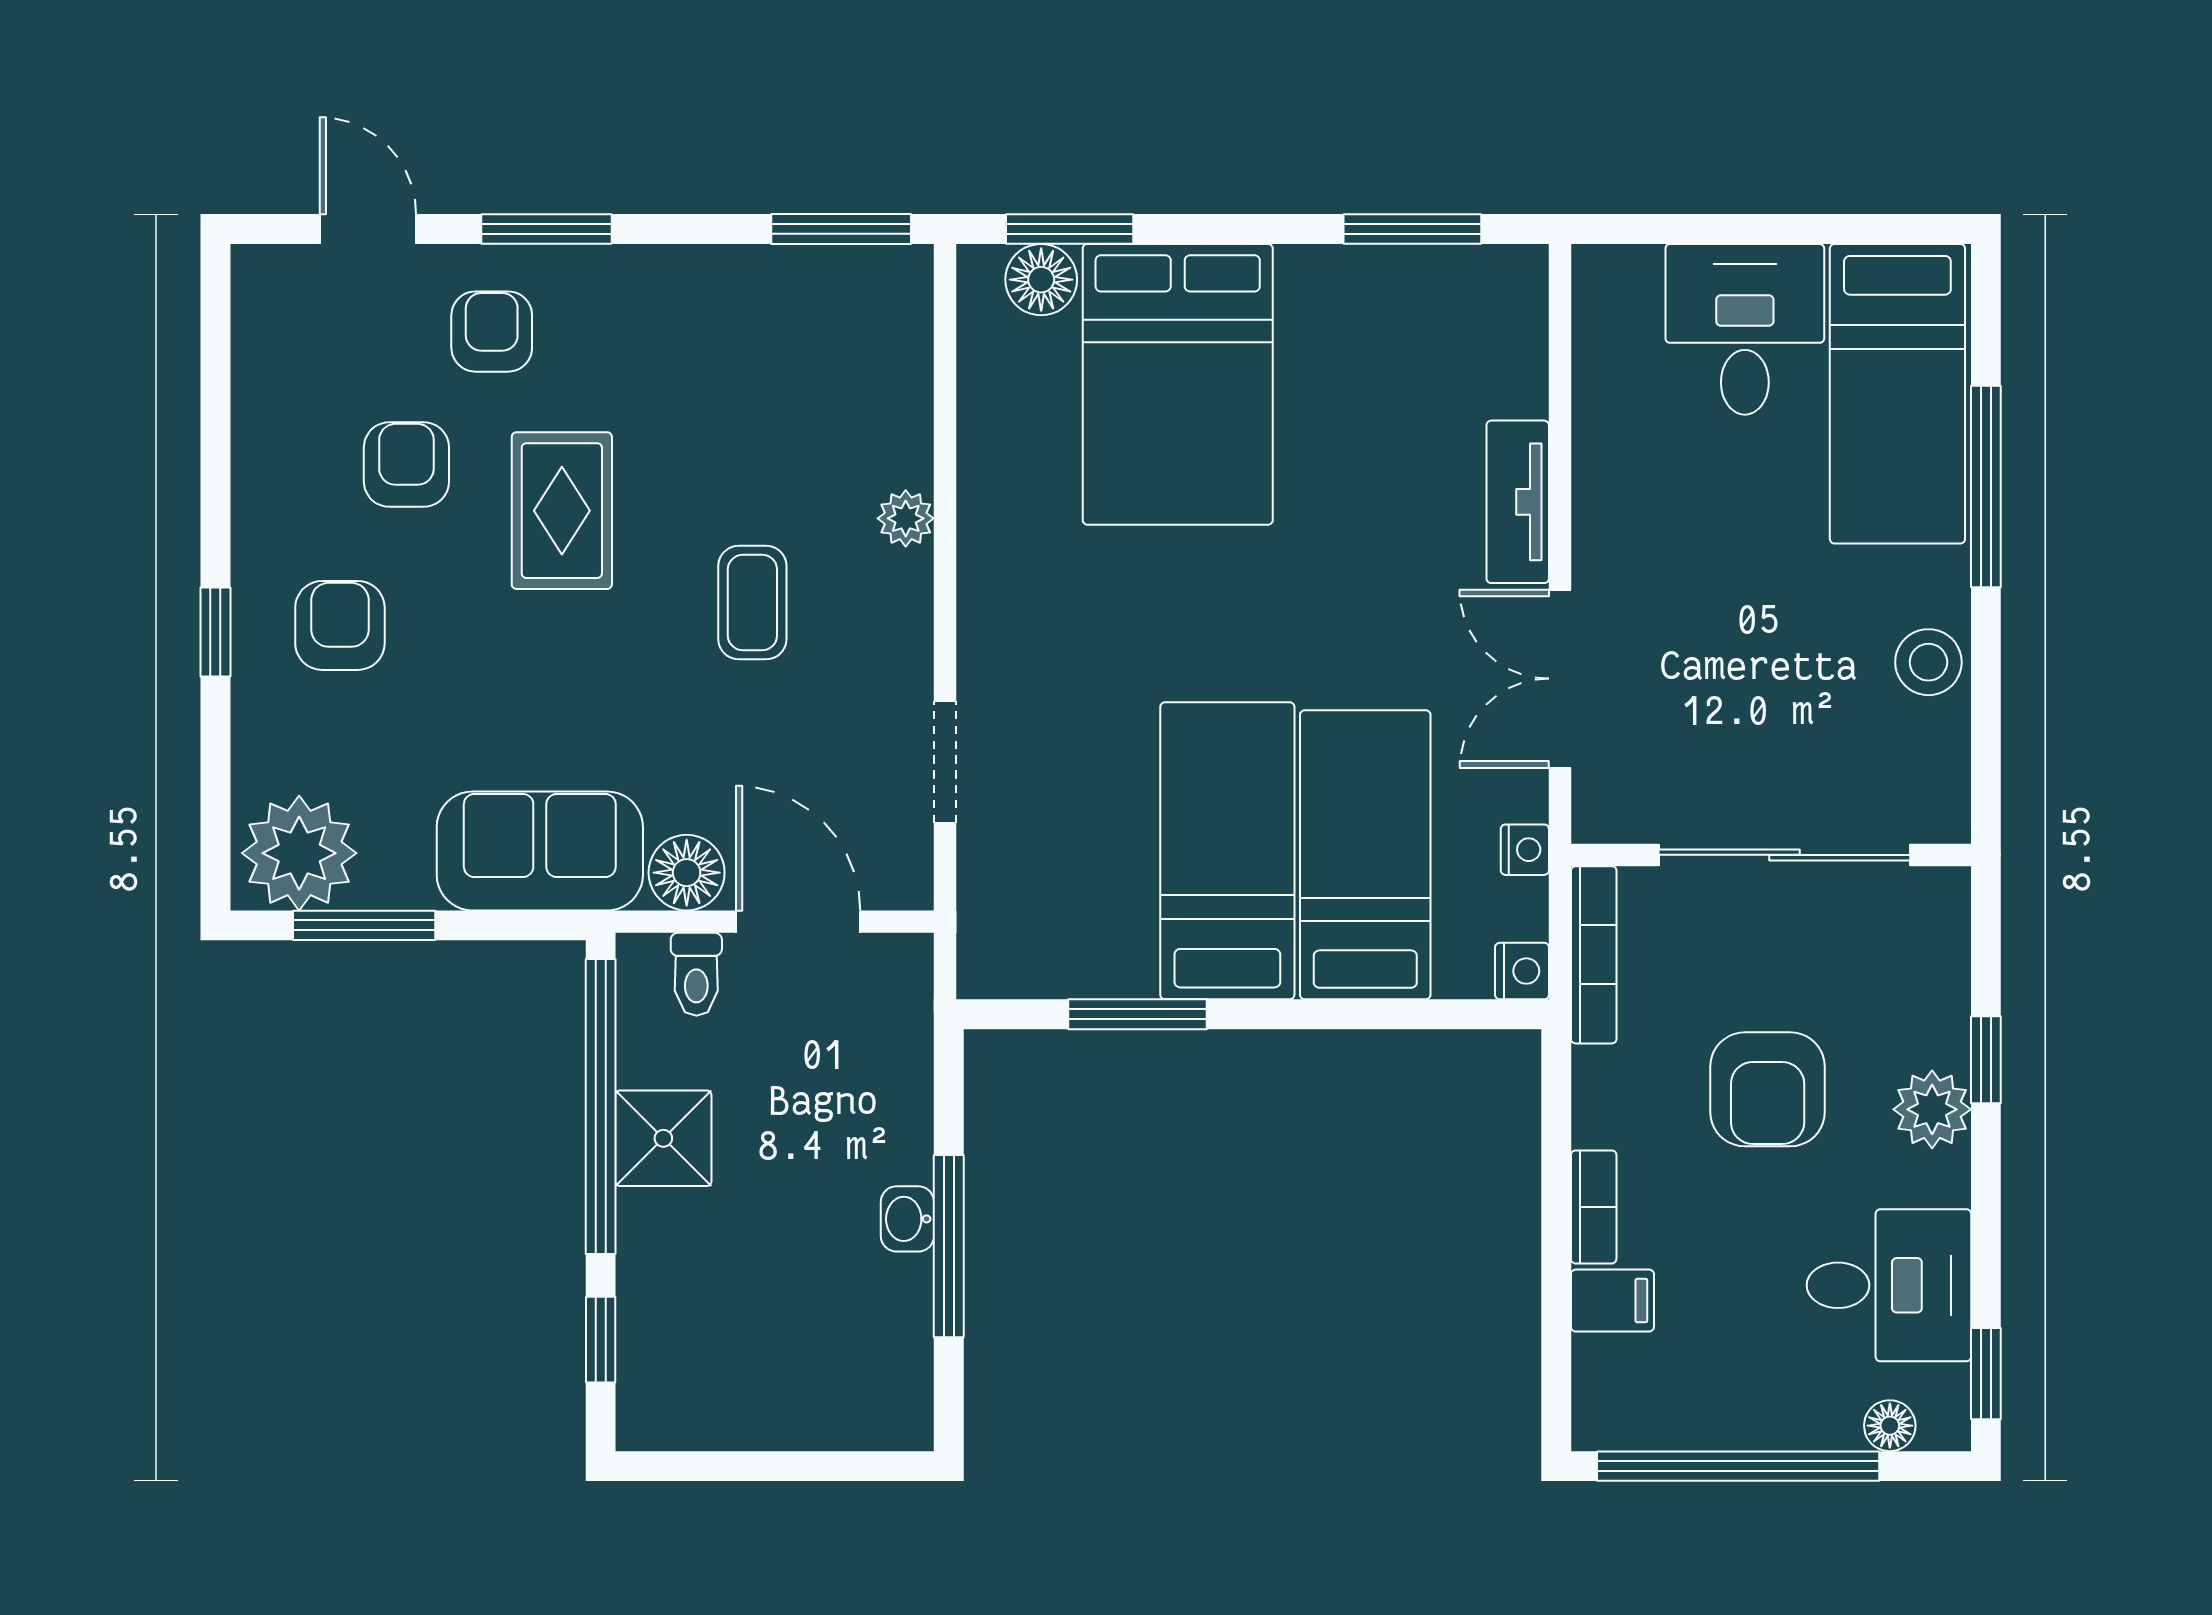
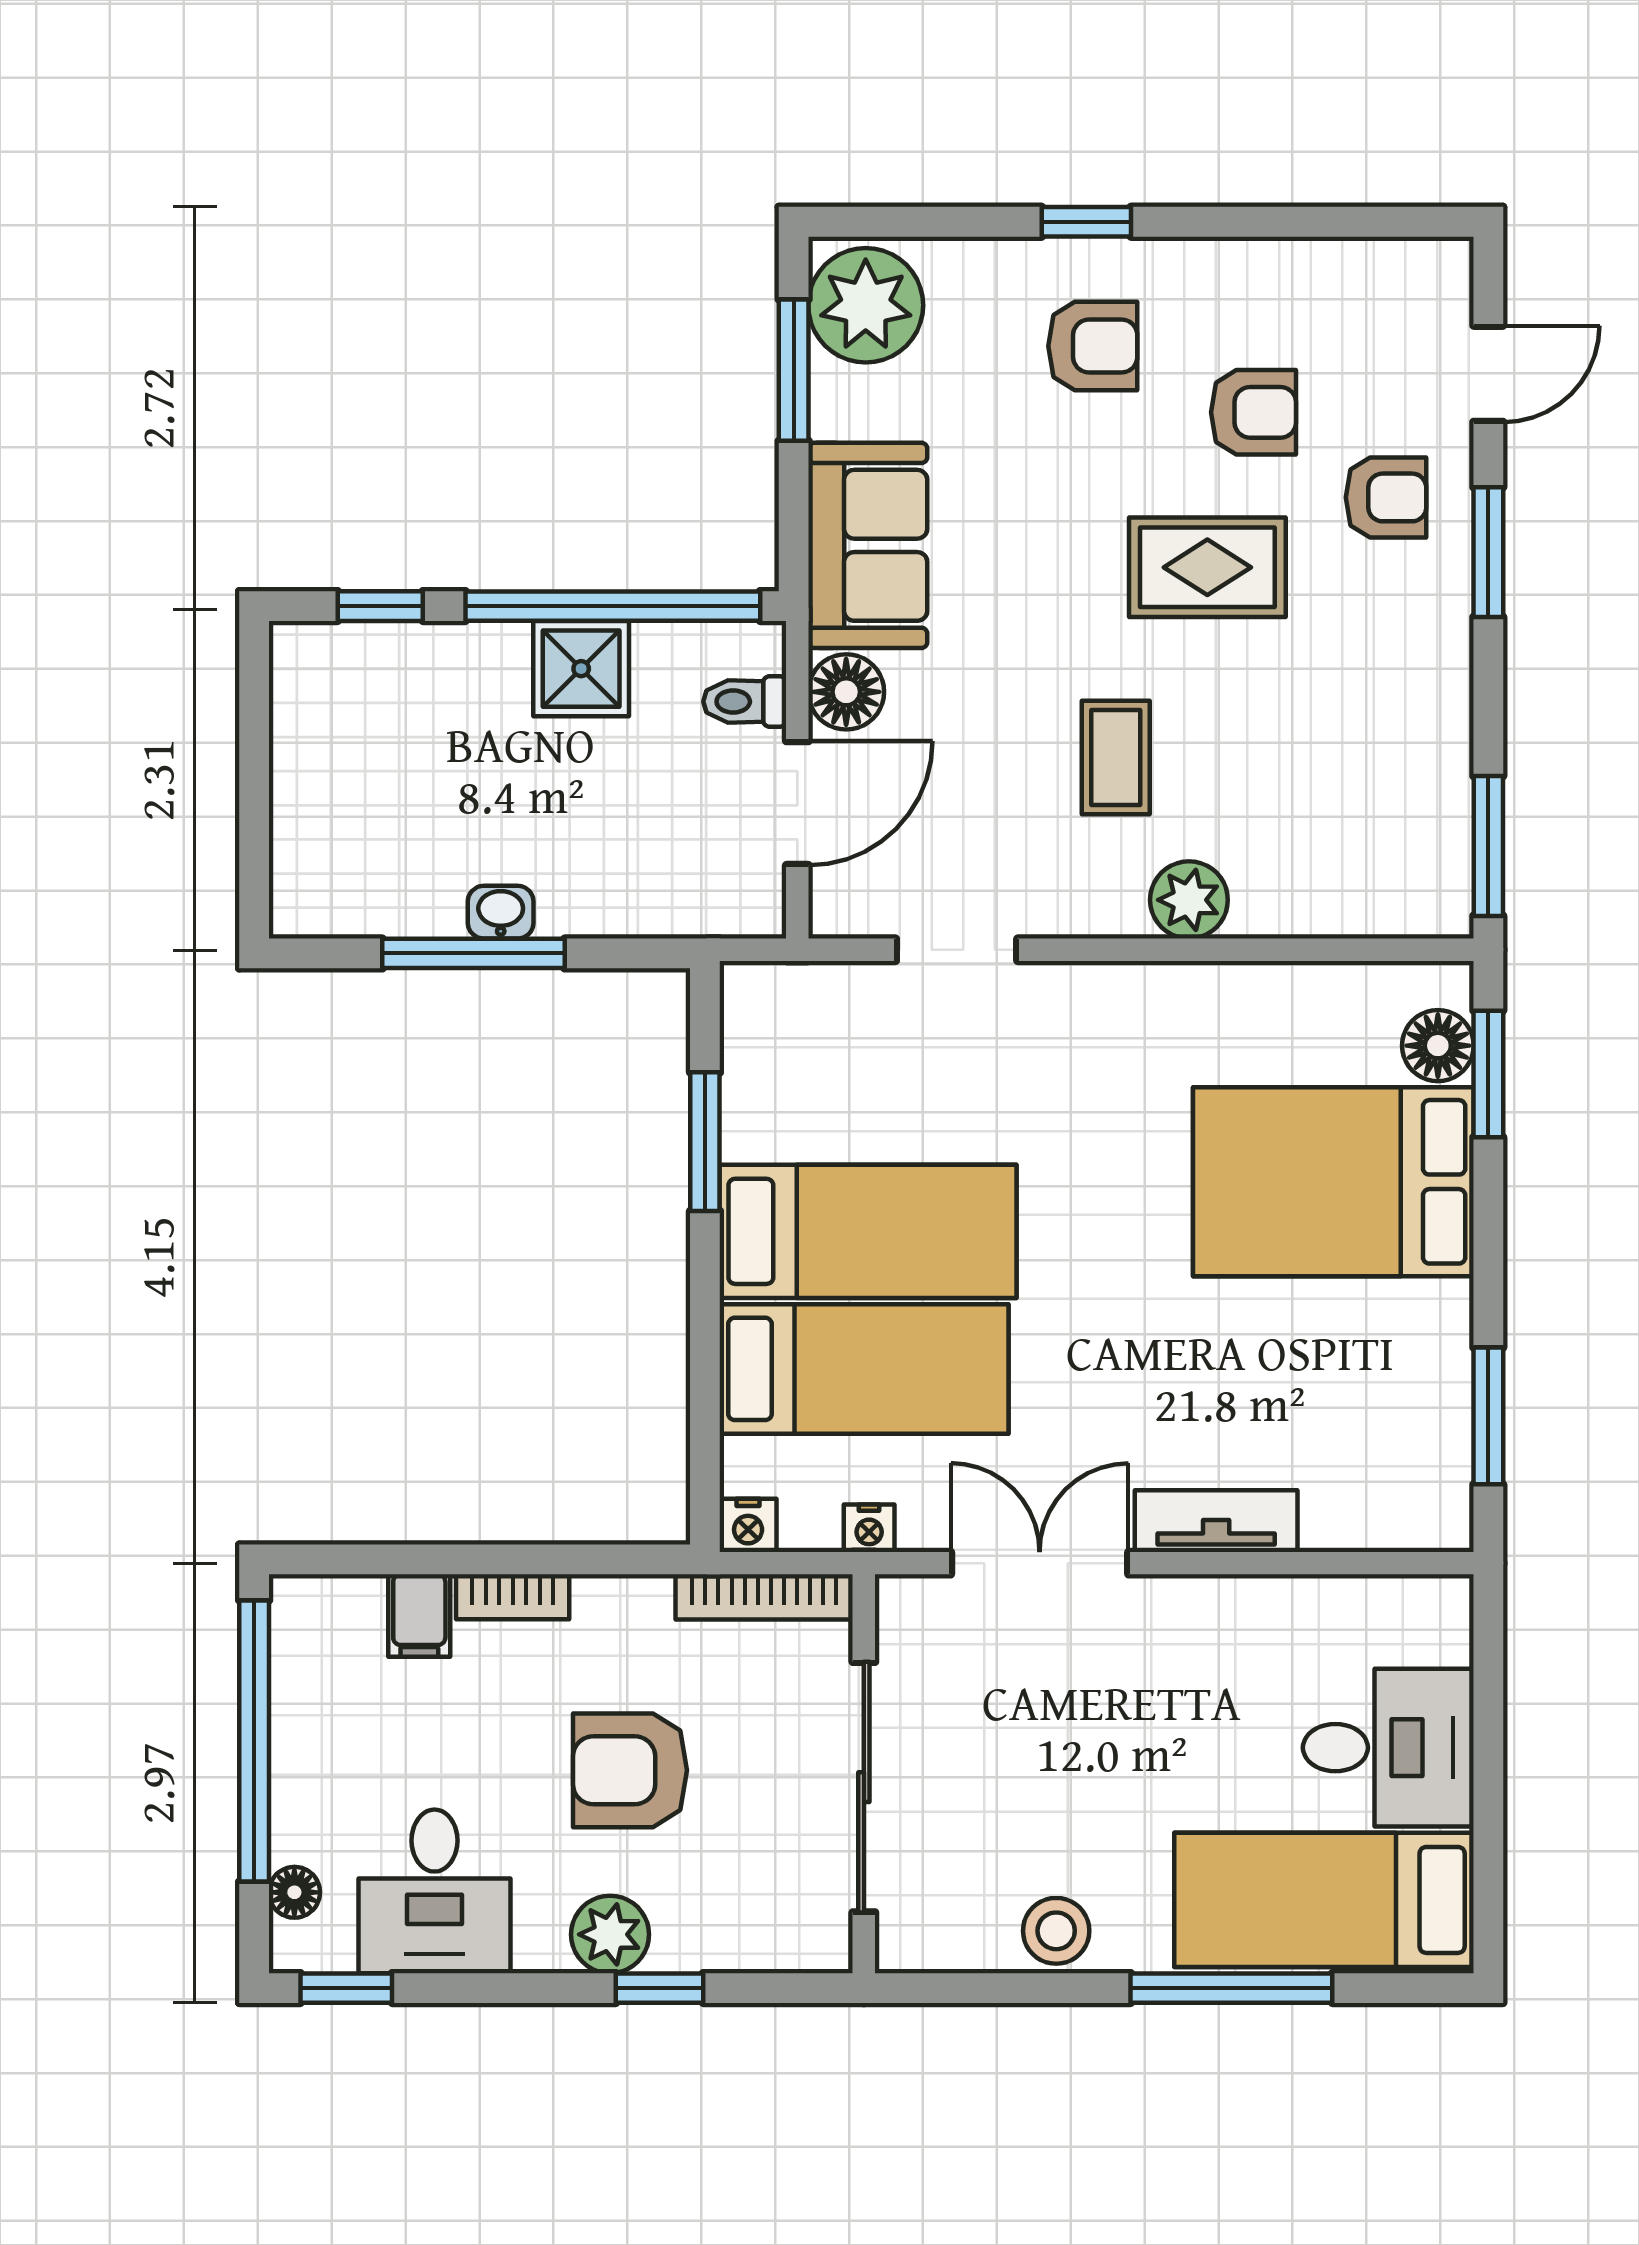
plant: (906, 518) -> (1189, 900), width x1.38, depth x1.38
coffee table: (752, 603) -> (1116, 758), turned 90

